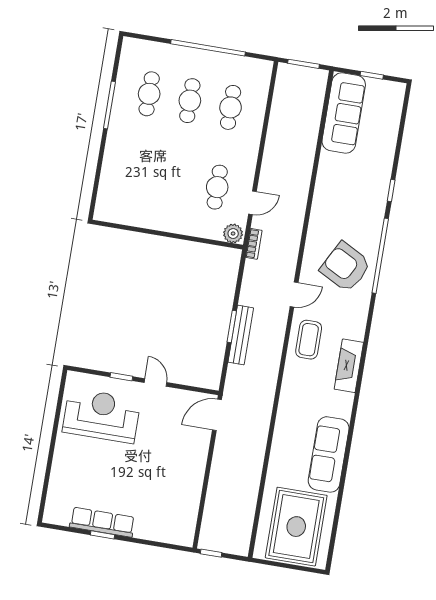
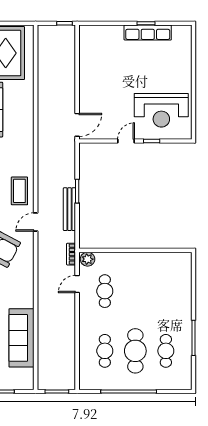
cafe table: (190, 101) -> (135, 351), width x1.37, depth x1.35
sofa: (344, 113) -> (21, 338), moved
bench: (241, 335) -> (69, 209), moved
door: (155, 382) -> (126, 141), swing flipped

